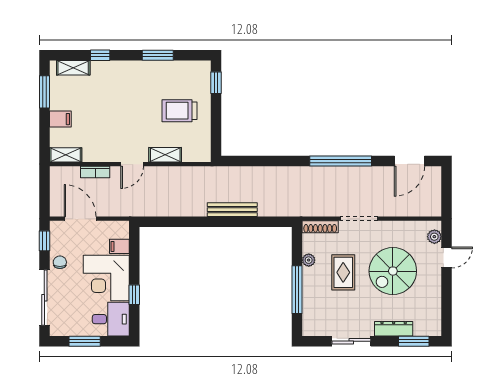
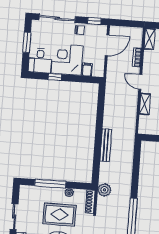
plant: (301, 207) -> (104, 190), added
rug: (343, 272) -> (59, 215), width x1.36, depth x1.43

